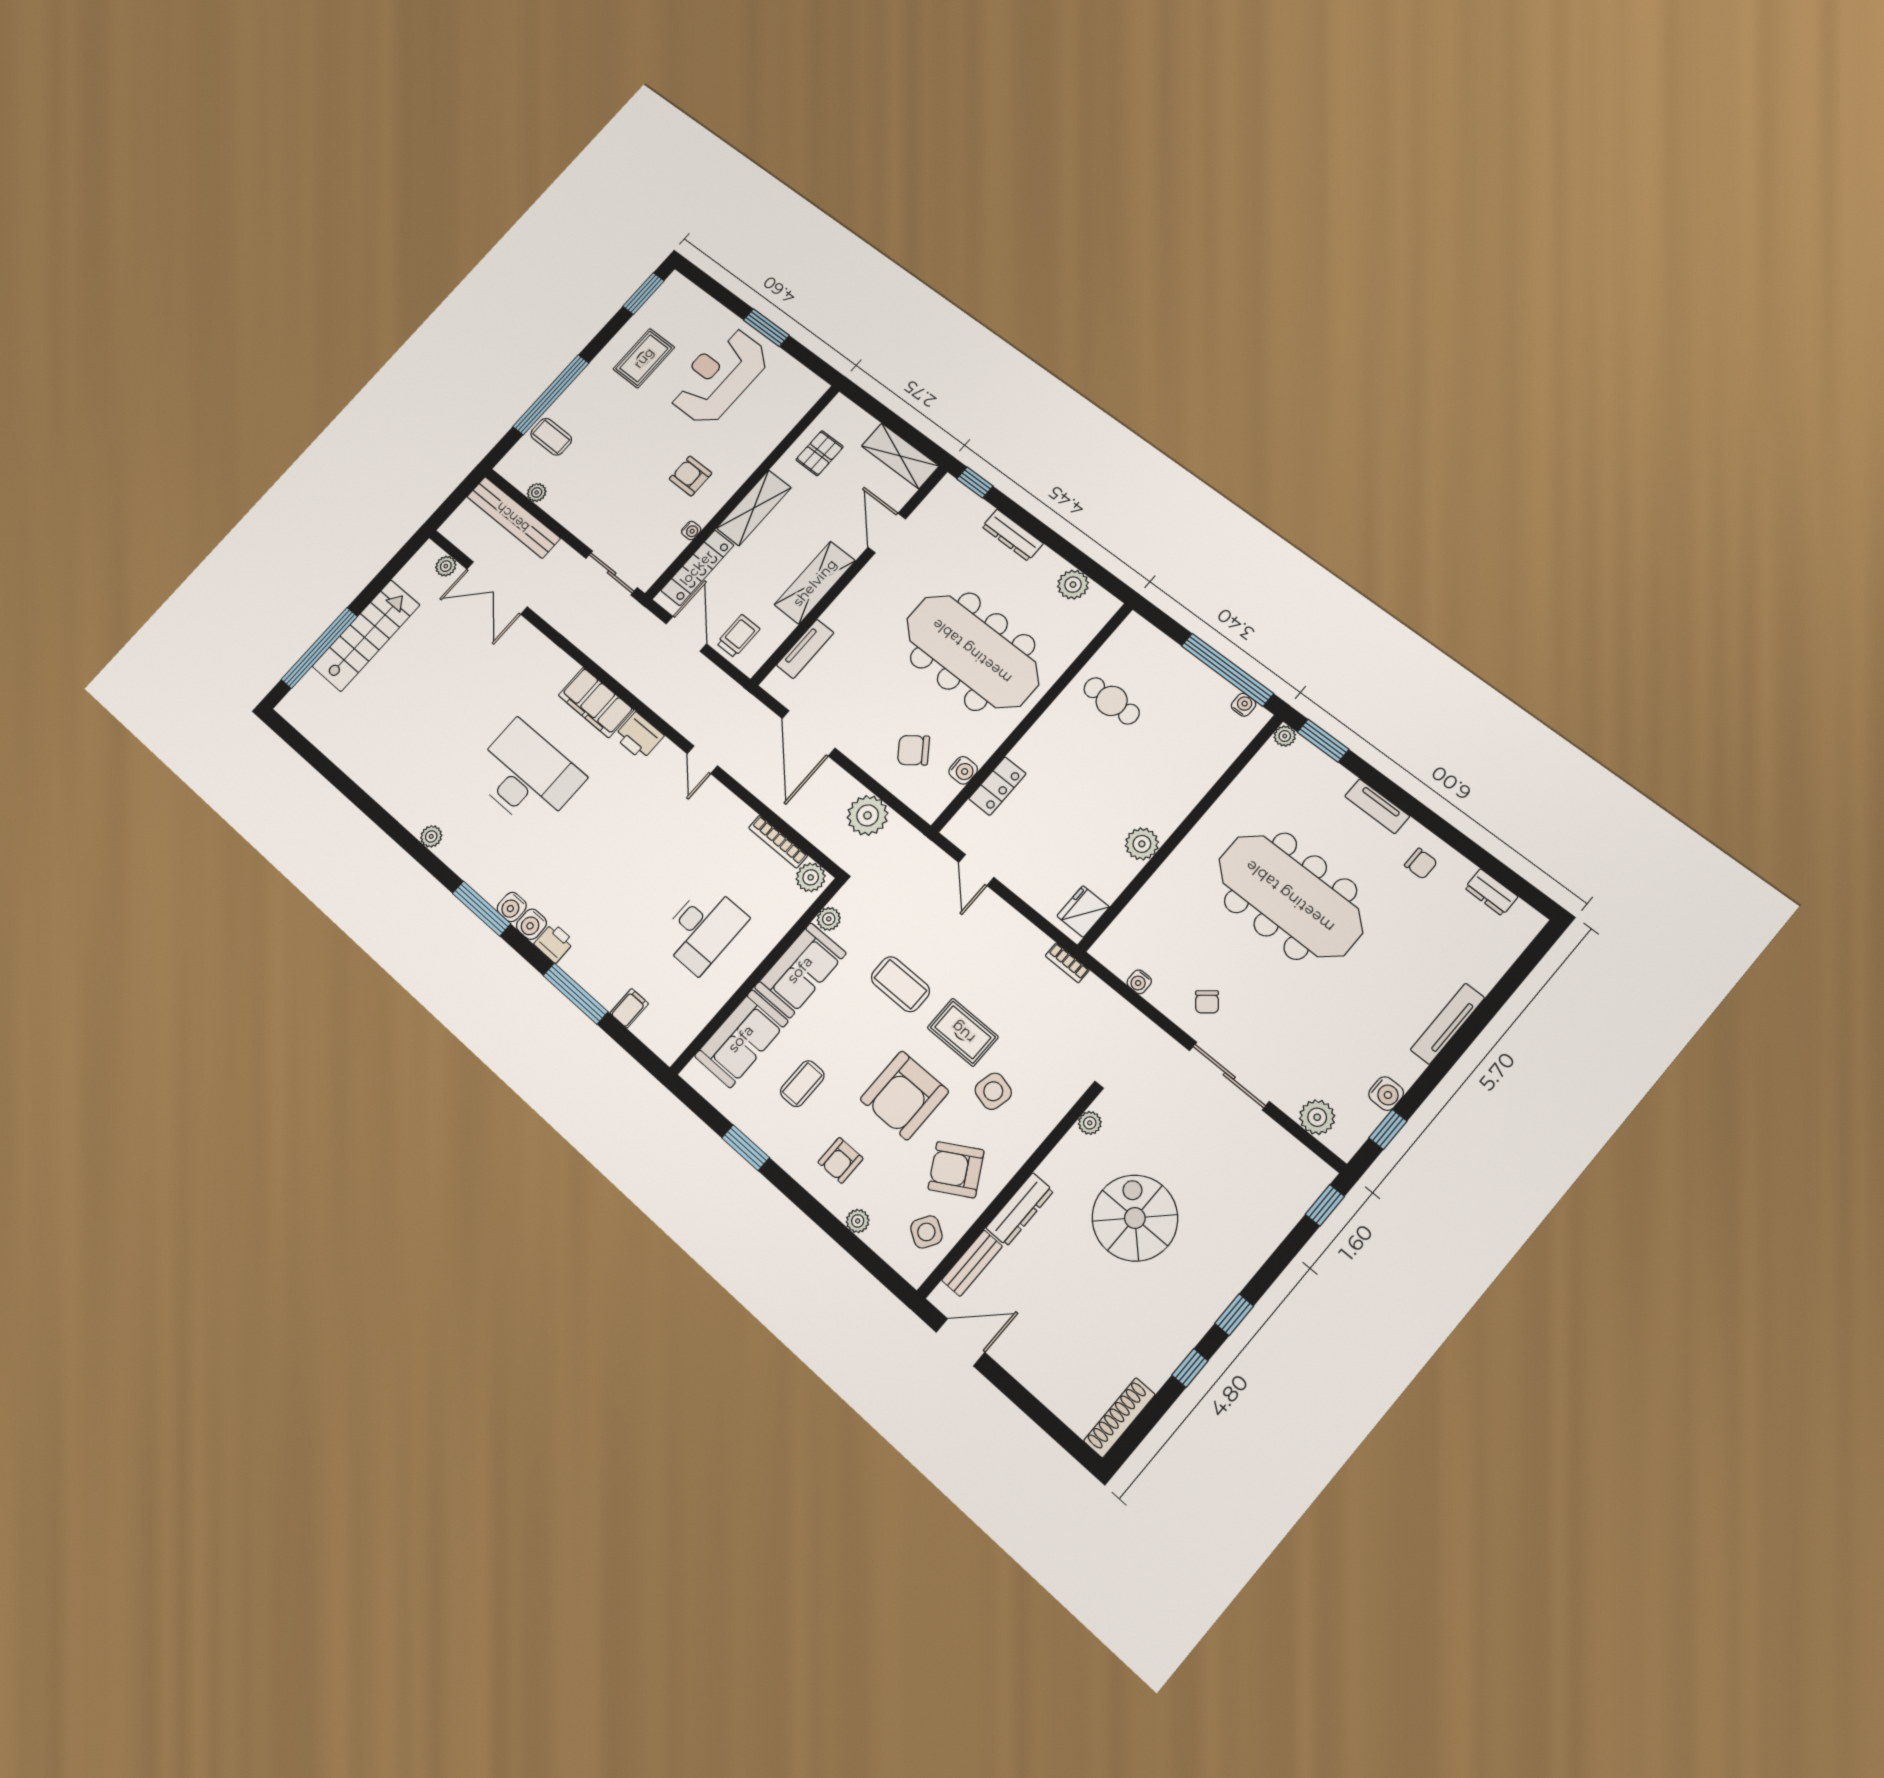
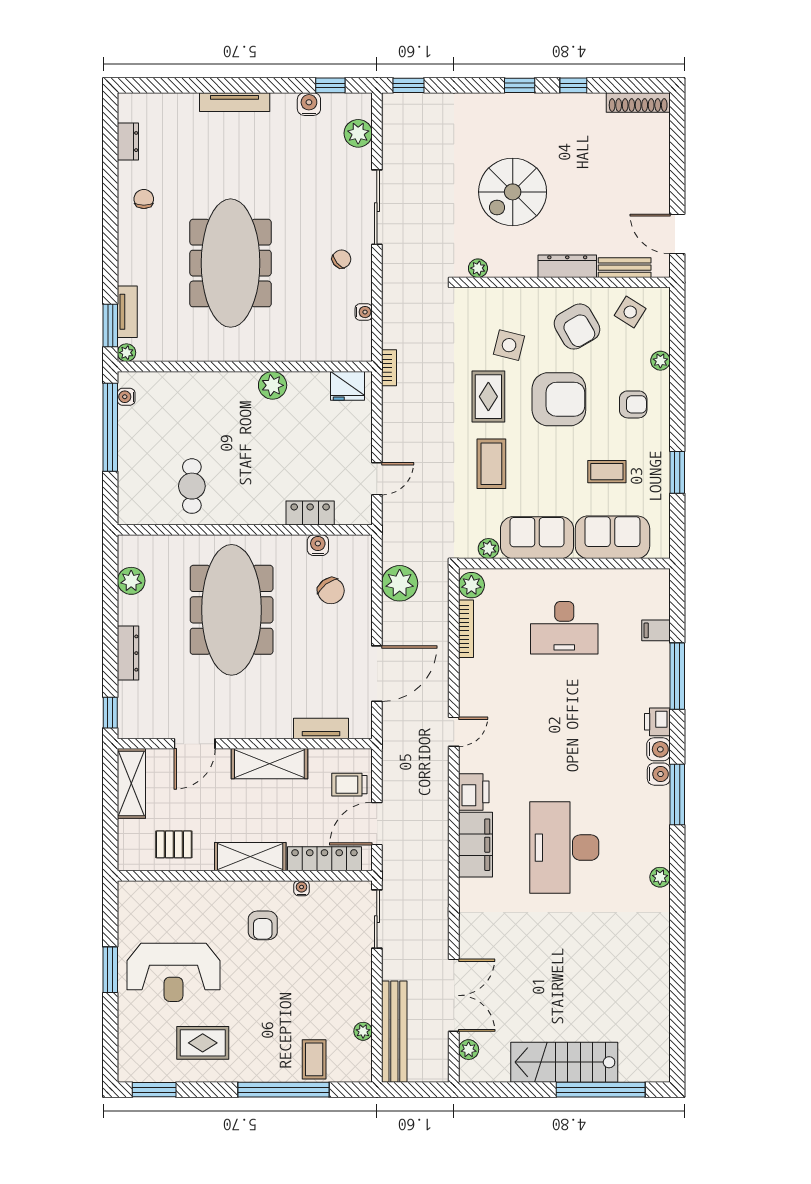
tv unit: (1377, 806) -> (127, 312), moved
desk: (703, 929) -> (564, 628), turned 180

